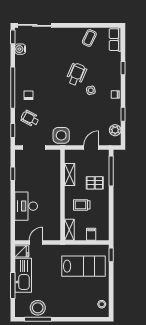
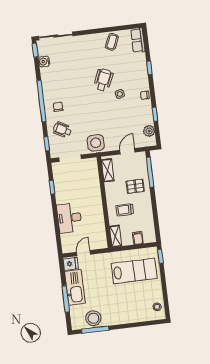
shelving: (70, 174) -> (108, 170), moved

